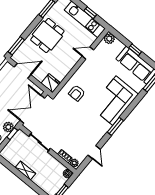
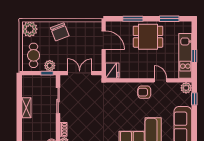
window: (16, 46) -> (133, 19), moved
window: (135, 50) -> (194, 99), moved
armchair: (77, 93) -> (144, 92), moved
double door: (32, 109) -> (80, 73), width x0.73

